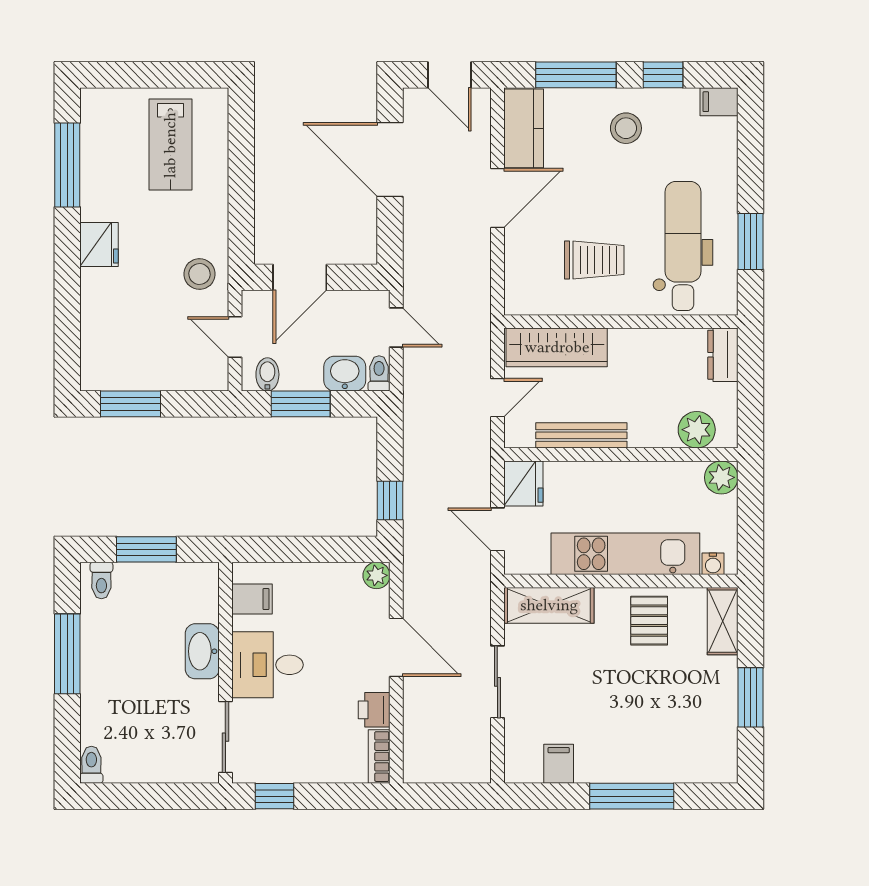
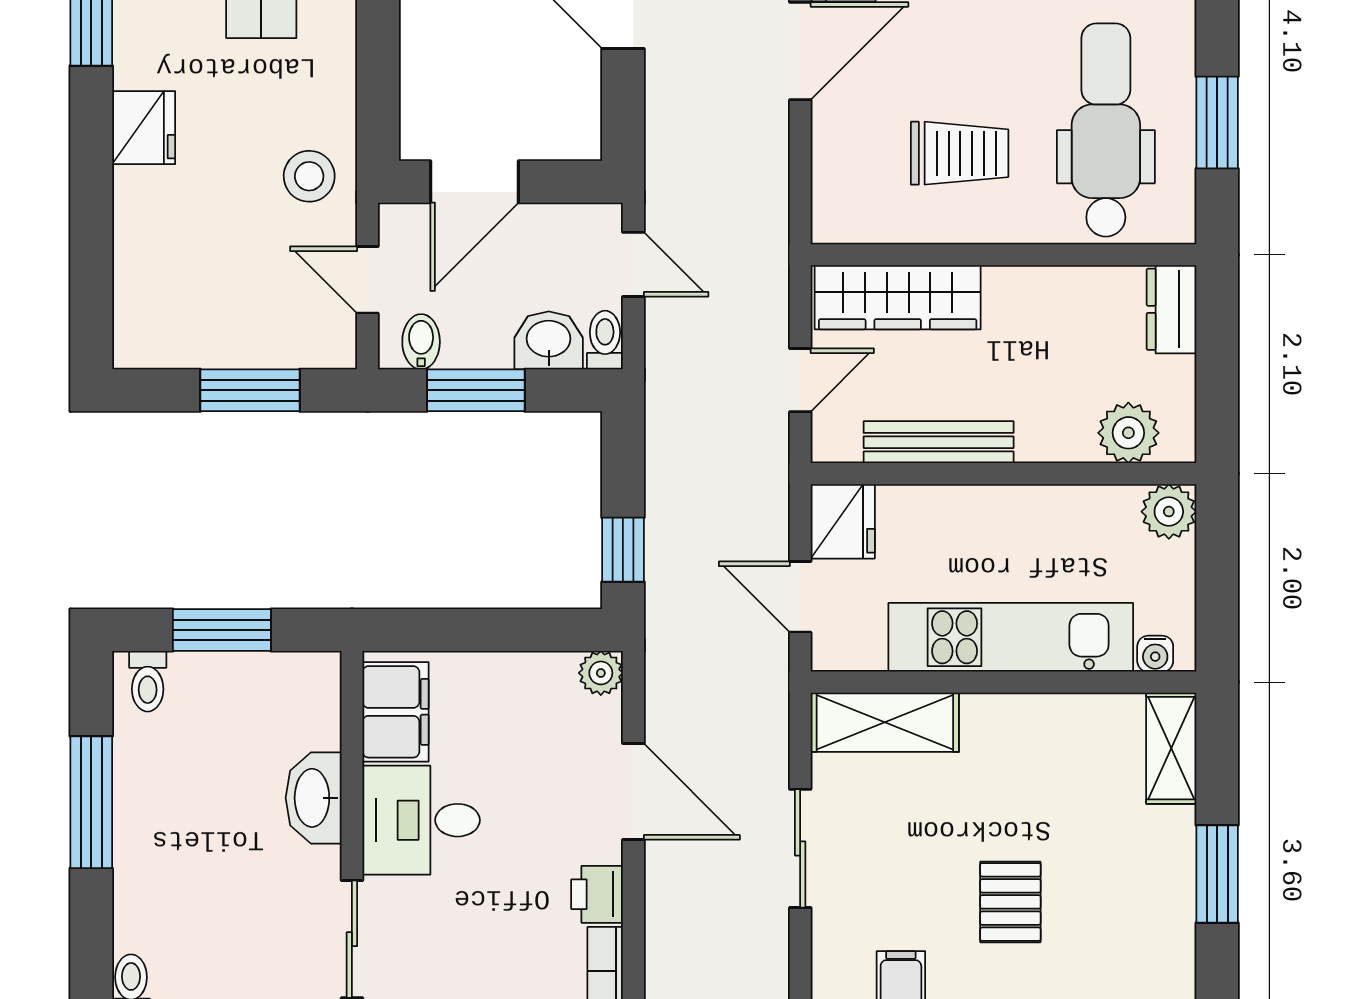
window: (131, 404) -> (250, 390), moved
filing cabinet: (252, 599) -> (396, 712), width x2.00
pallet: (649, 621) -> (1010, 902), moved

